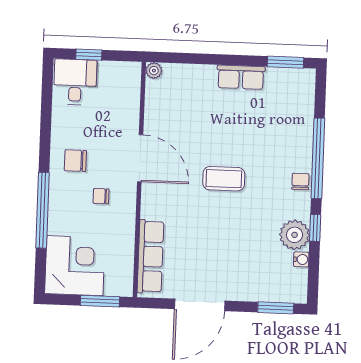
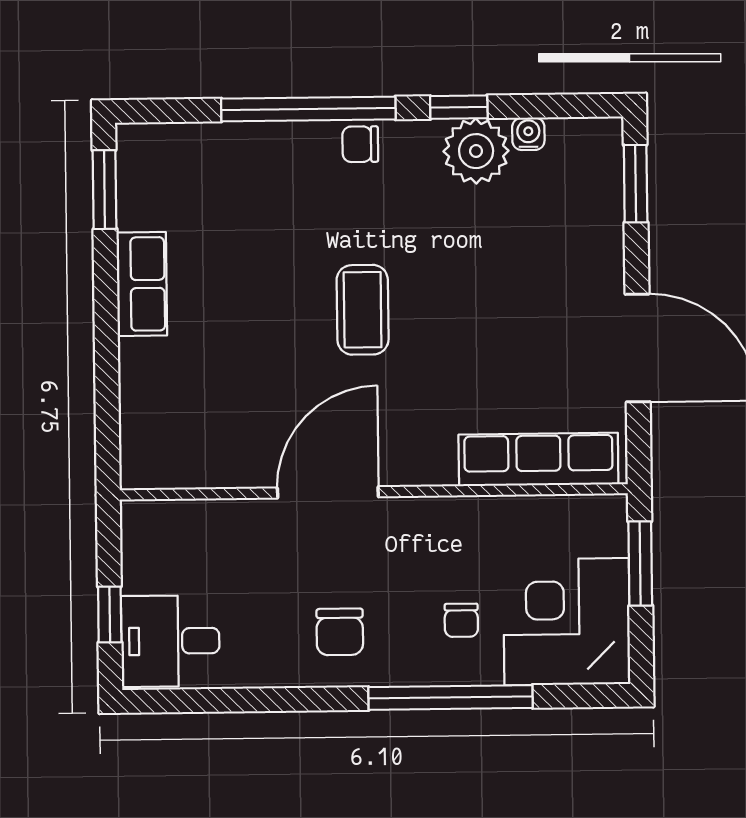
plant: (154, 71) -> (137, 472), removed
chair: (101, 196) -> (461, 620), moved

